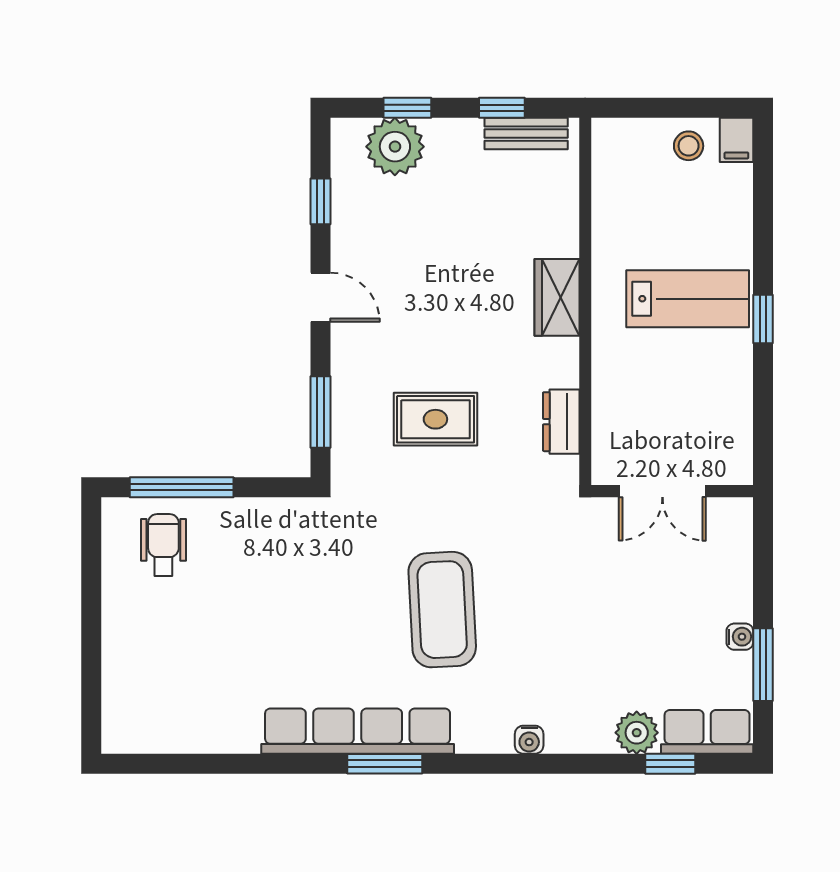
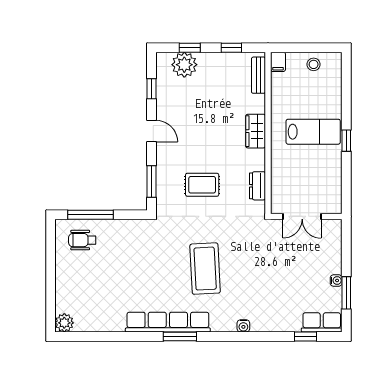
bench: (526, 134) -> (258, 75), moved, turned 90
filing cabinet: (736, 140) -> (278, 62), moved
wheelchair: (163, 545) -> (82, 240), turned -90
plant: (637, 733) -> (64, 323), moved

